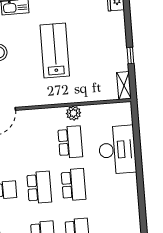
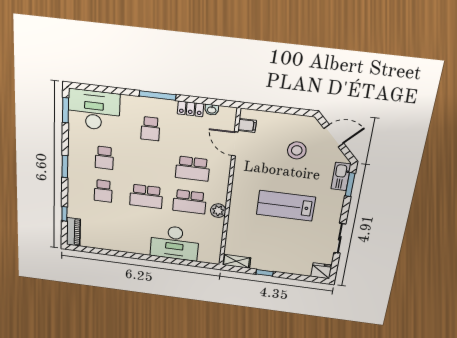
lab bench: (55, 51) -> (286, 206), turned 180
school desk: (39, 187) -> (193, 169), moved

